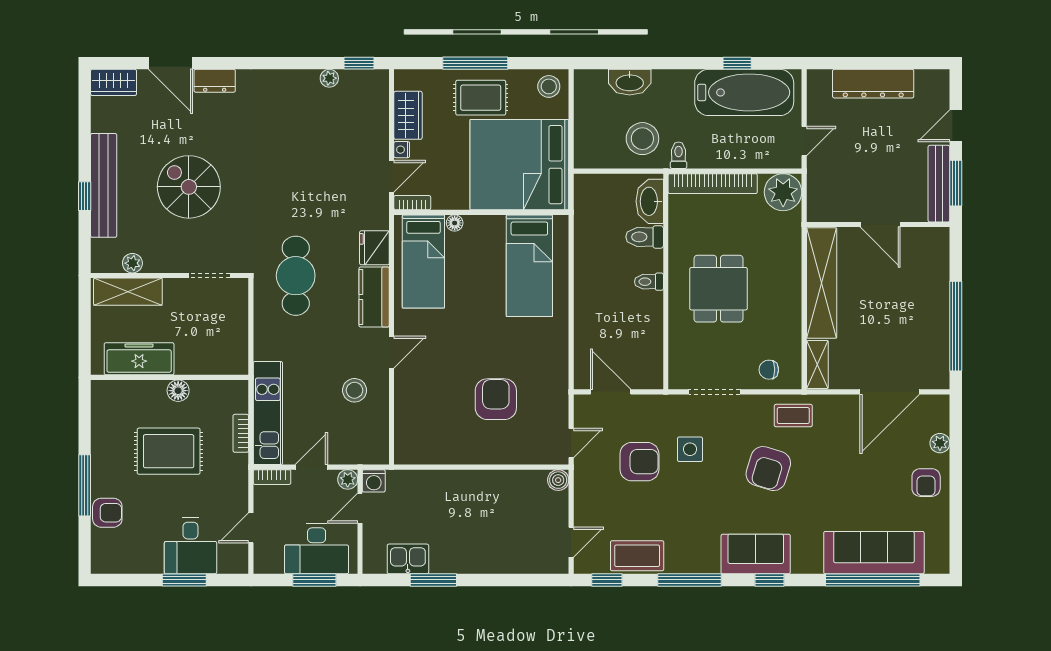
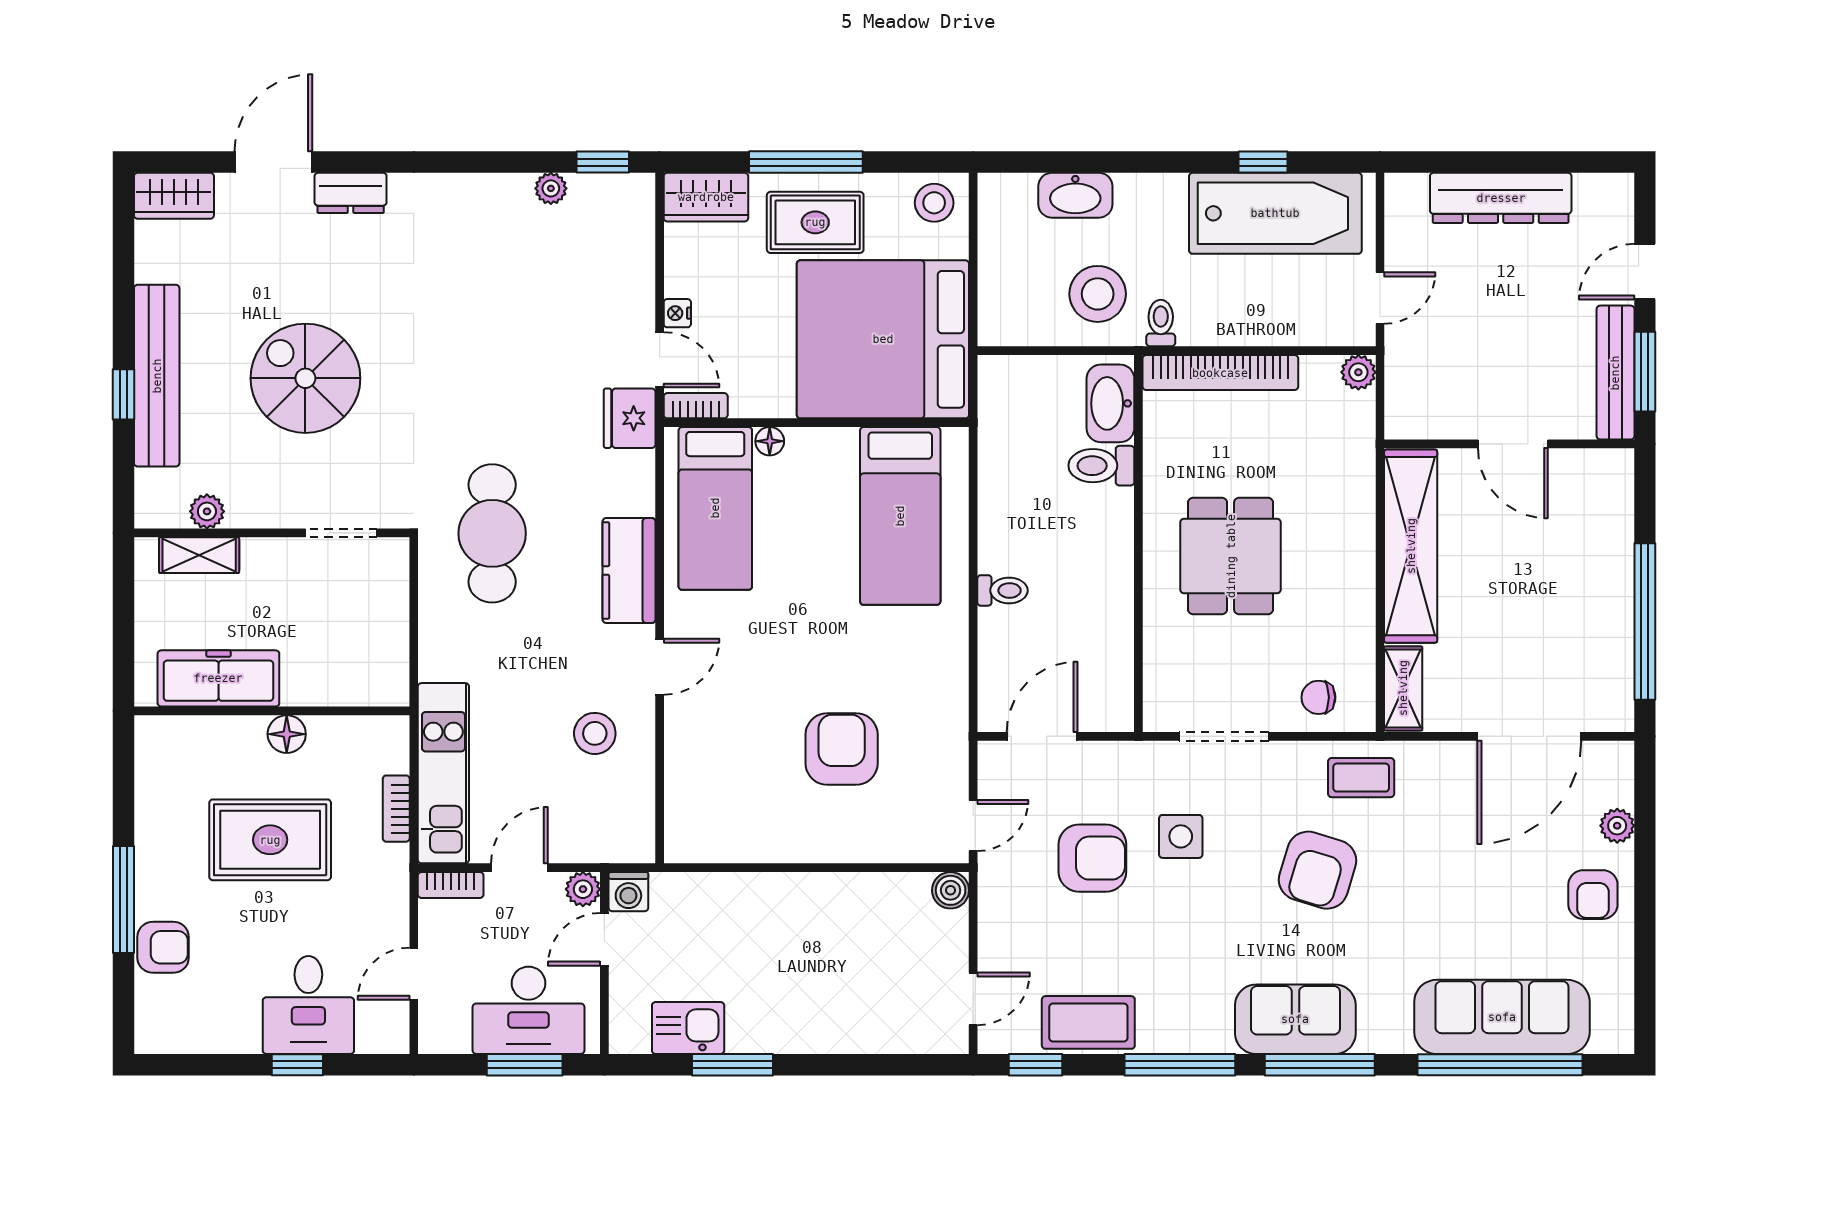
door: (170, 63) -> (273, 162), swing flipped
wardrobe: (408, 115) -> (706, 197), moved, turned 90
door: (392, 176) -> (660, 360), hinge flipped
plant: (783, 192) -> (1358, 372), width x0.53, depth x0.53
fridge: (374, 248) -> (630, 418), moved
toilet: (649, 282) -> (1003, 590), moved, turned 180
shelving: (128, 292) -> (199, 555), width x0.67, depth x0.75
door: (611, 392) -> (1042, 736), hinge flipped
window: (184, 580) -> (297, 1065), width x0.67
window: (770, 580) -> (1320, 1065), width x2.17

